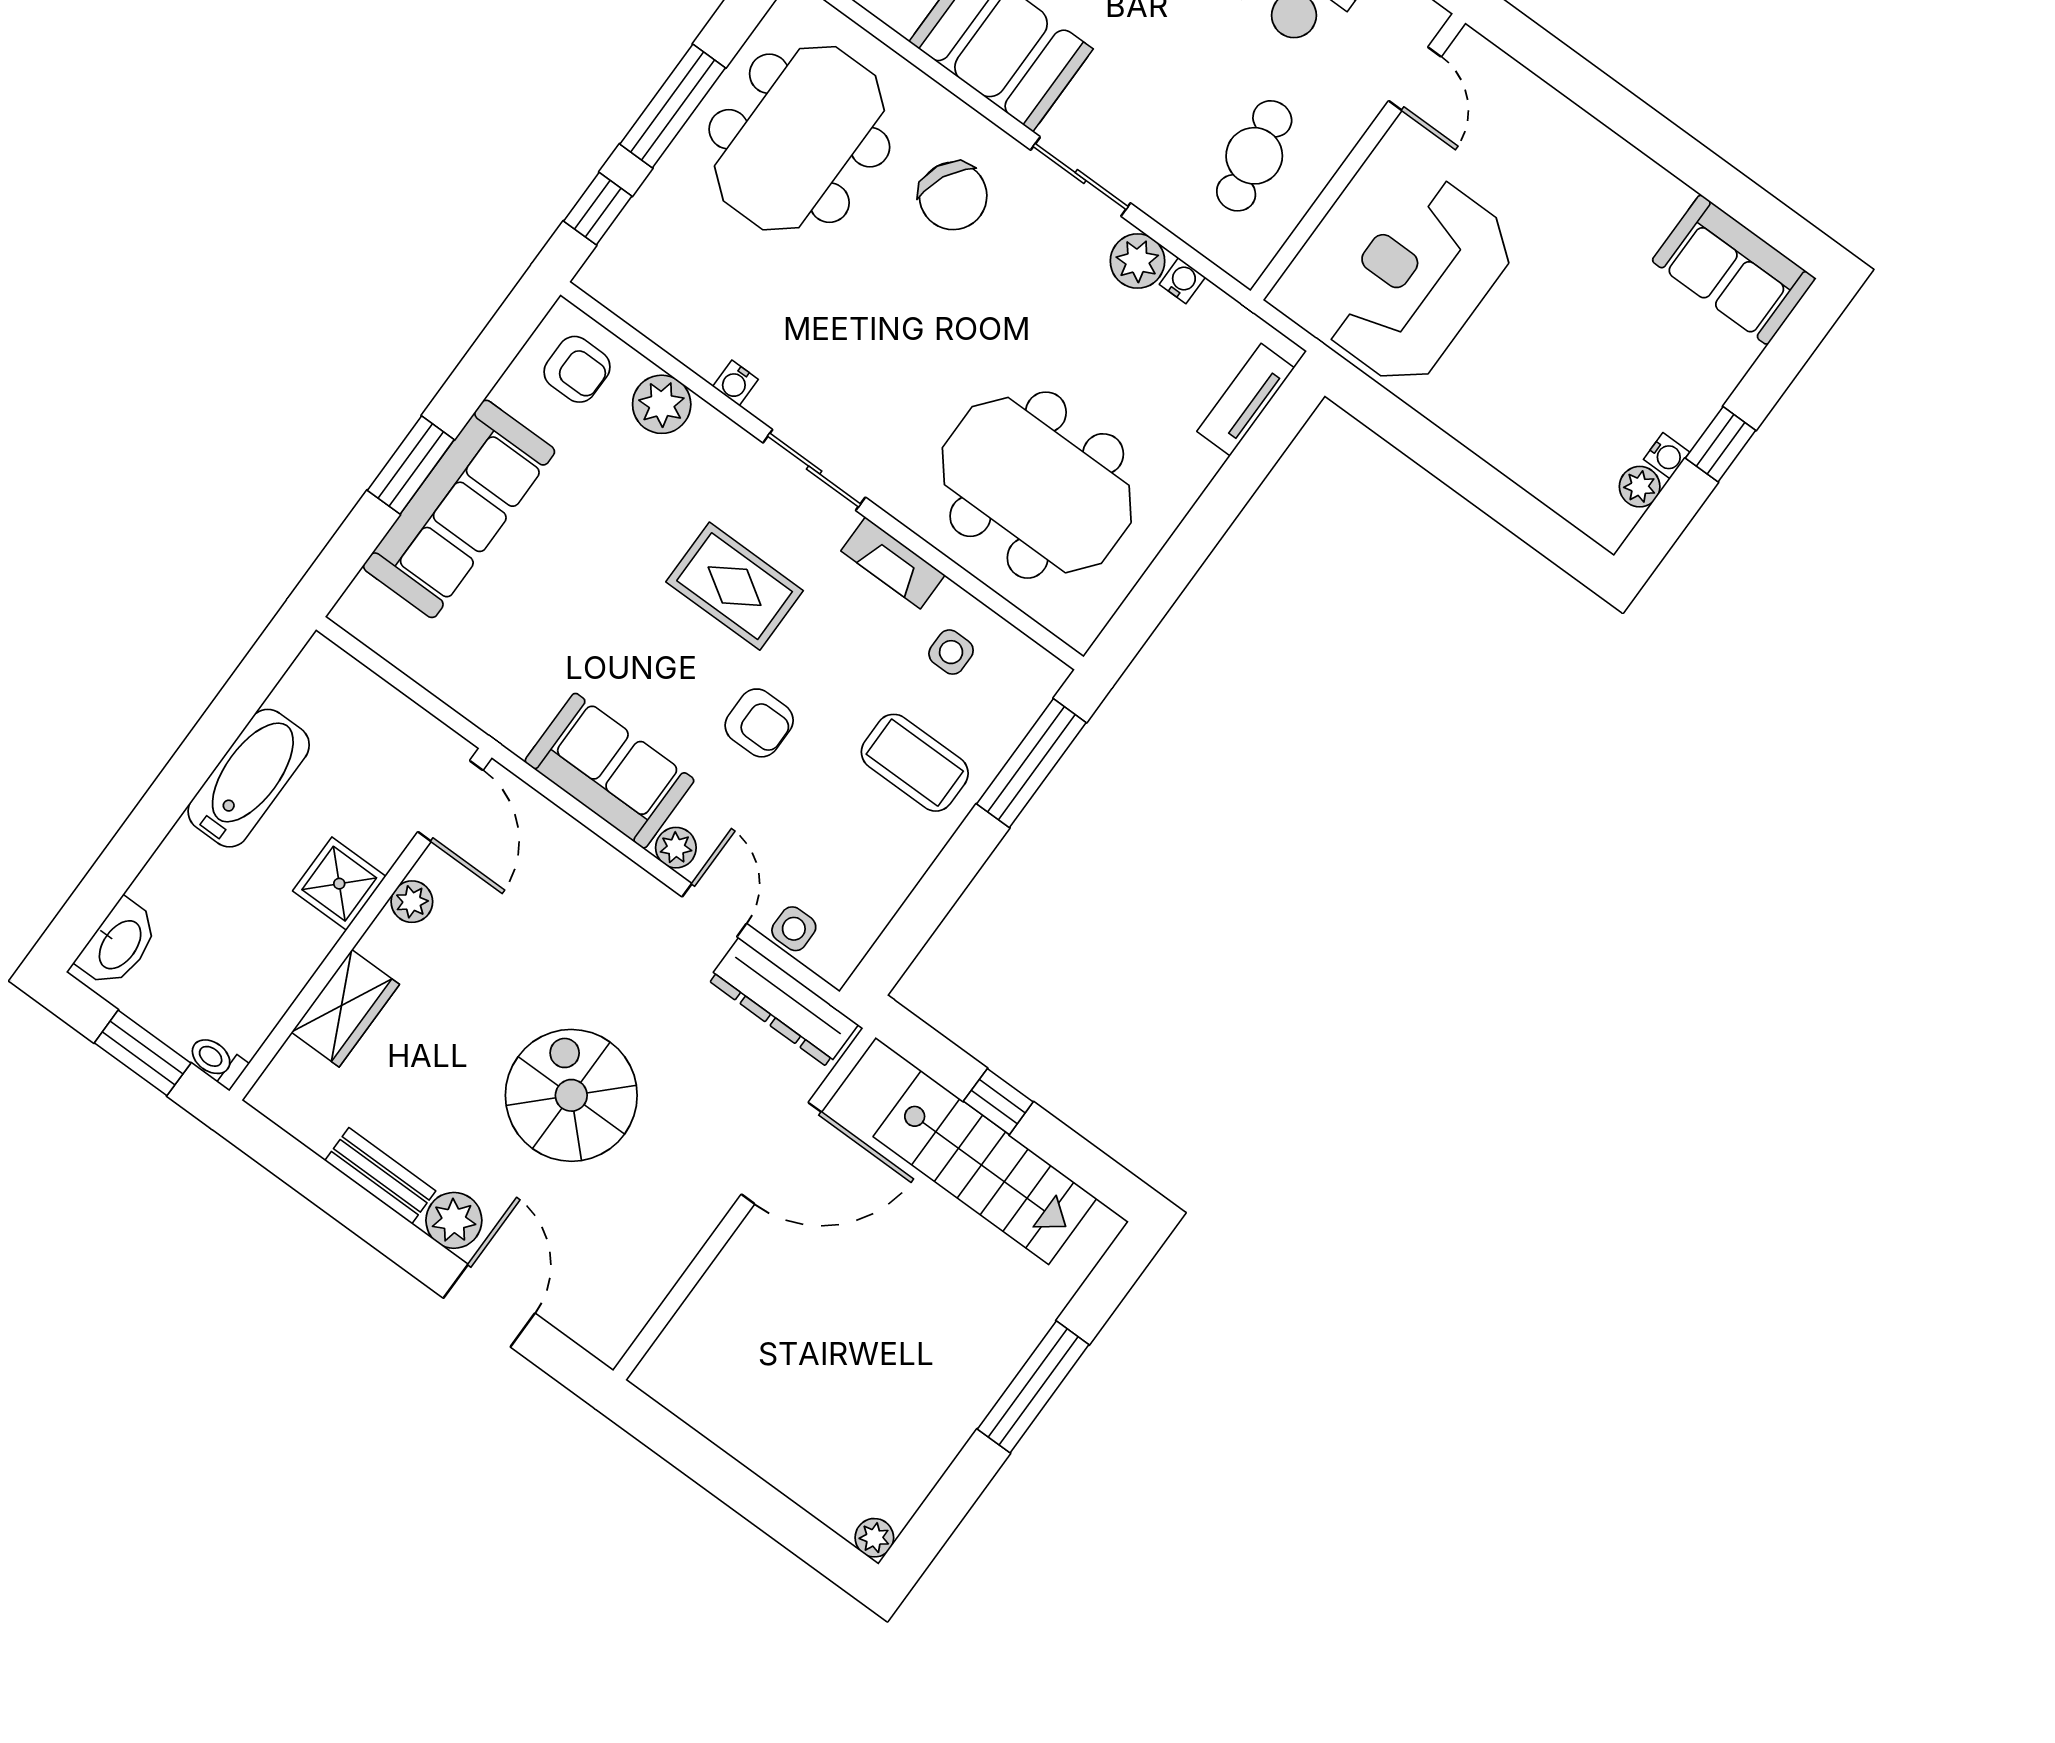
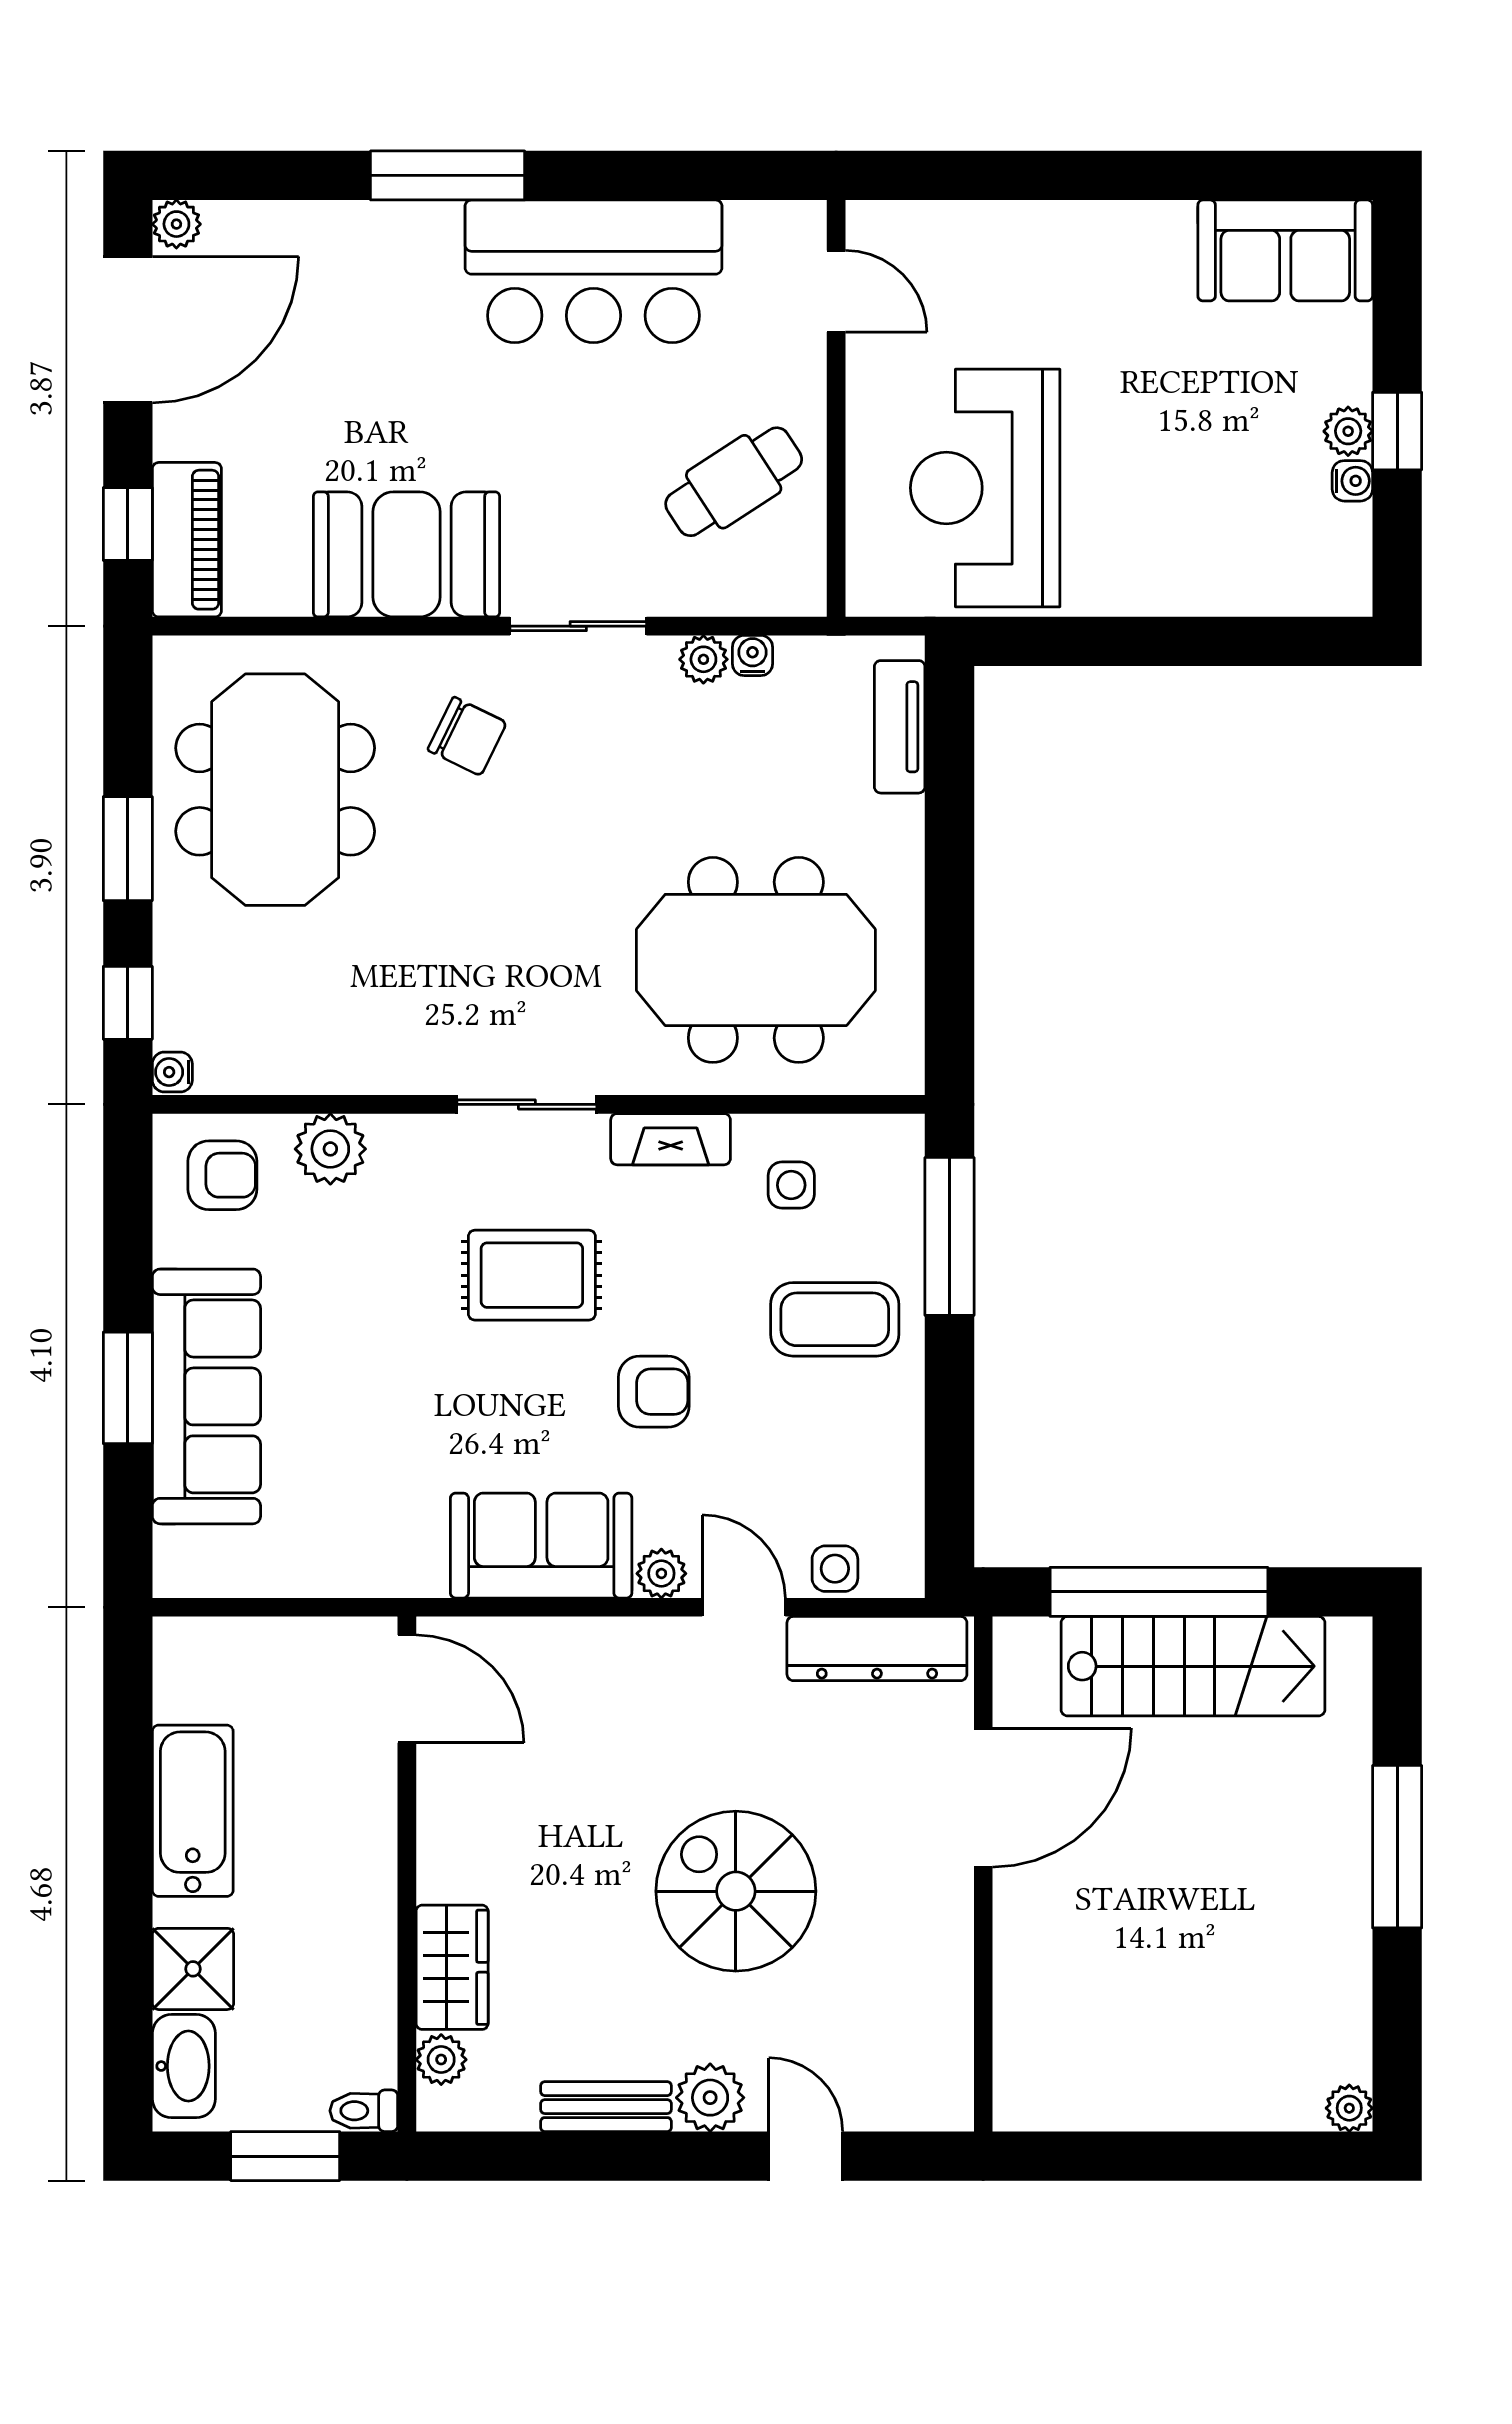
window: (673, 106) -> (128, 849), width x0.69
cafe table: (1254, 156) -> (734, 482), turned 67
chair: (953, 196) -> (467, 736), width x0.73, depth x0.73
plant: (1137, 261) -> (703, 659), width x0.73, depth x0.73
water cooler: (735, 383) -> (172, 1072), moved, turned 90
plant: (1640, 487) -> (1348, 431), moved
shower: (339, 884) -> (193, 1969), moved
plant: (412, 902) -> (441, 2060), moved
window: (998, 1102) -> (1159, 1592), width x3.17
door: (489, 1306) -> (806, 2156), width x0.73

